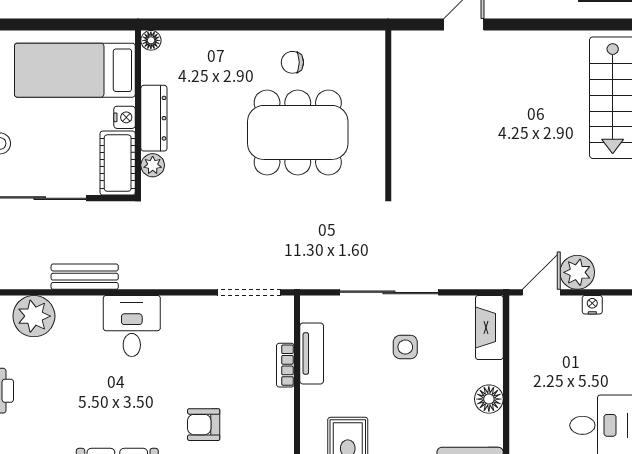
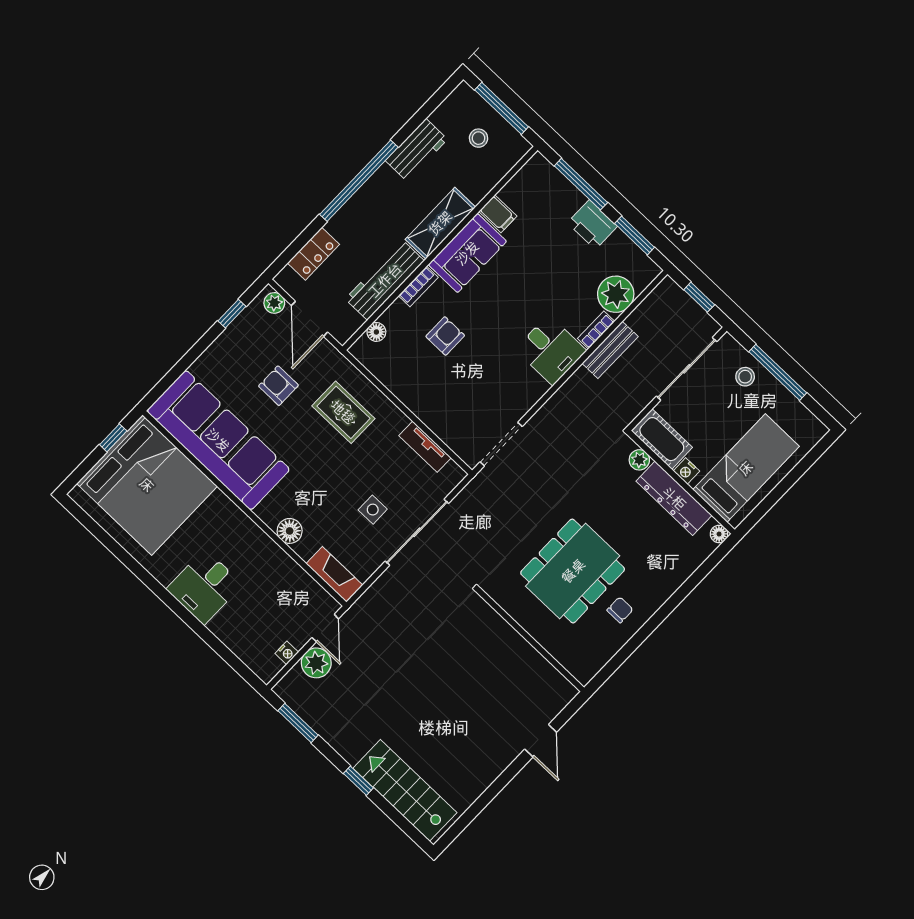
dresser: (154, 118) -> (674, 498), width x1.37, depth x1.24
bookcase: (285, 365) -> (596, 330), moved, turned -90

